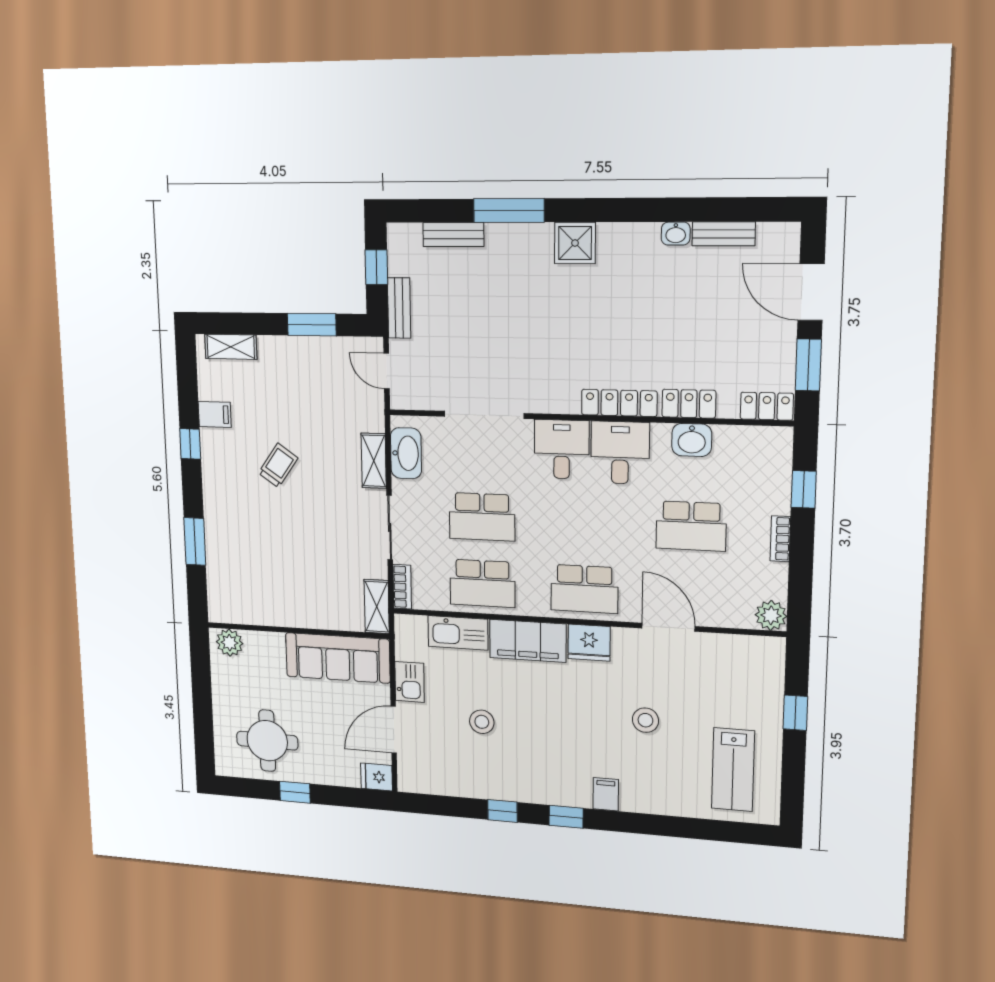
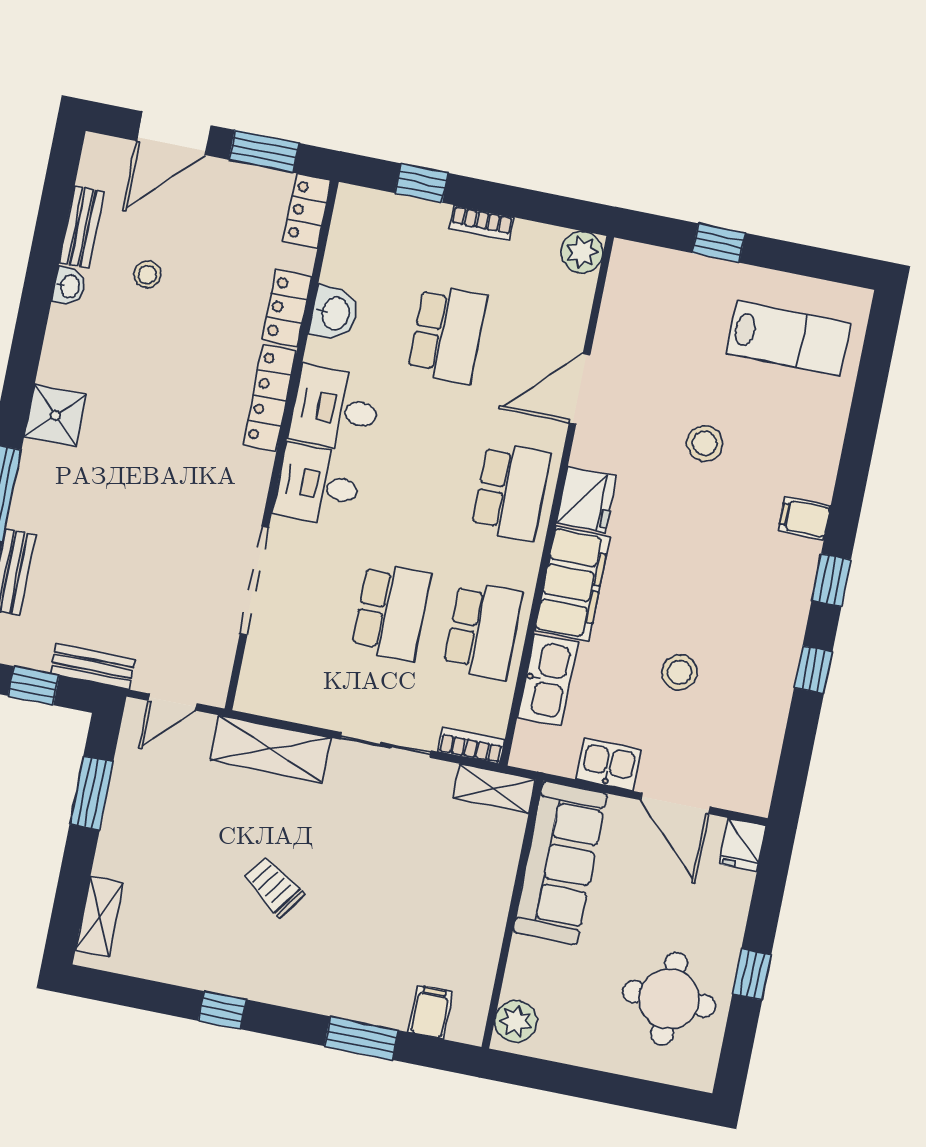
stool: (696, 293) -> (147, 275), added
filing cabinet: (215, 414) -> (430, 1012), moved
washbasin: (406, 453) -> (288, 699), removed
shelving: (374, 461) -> (270, 749), width x1.50, depth x1.33

